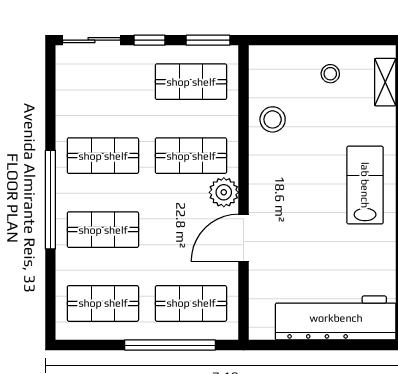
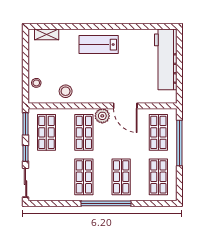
stool: (330, 74) -> (36, 83), moved

